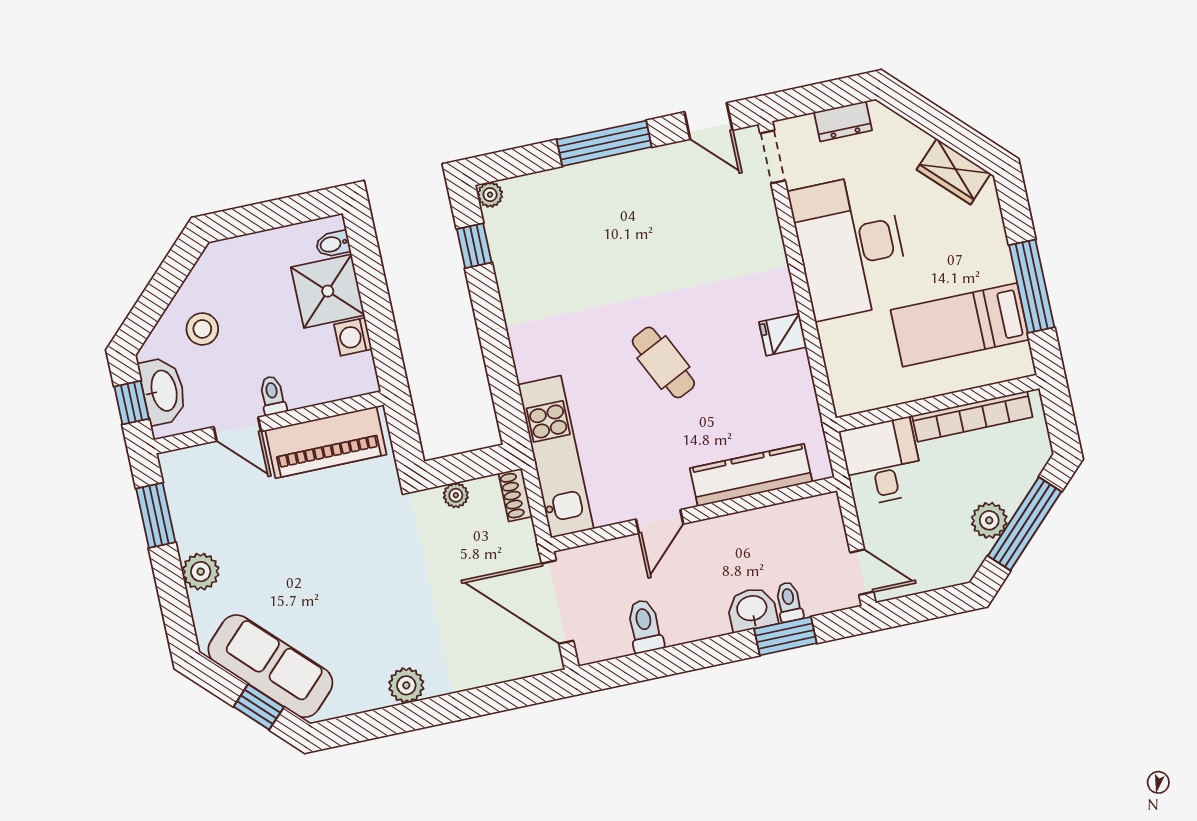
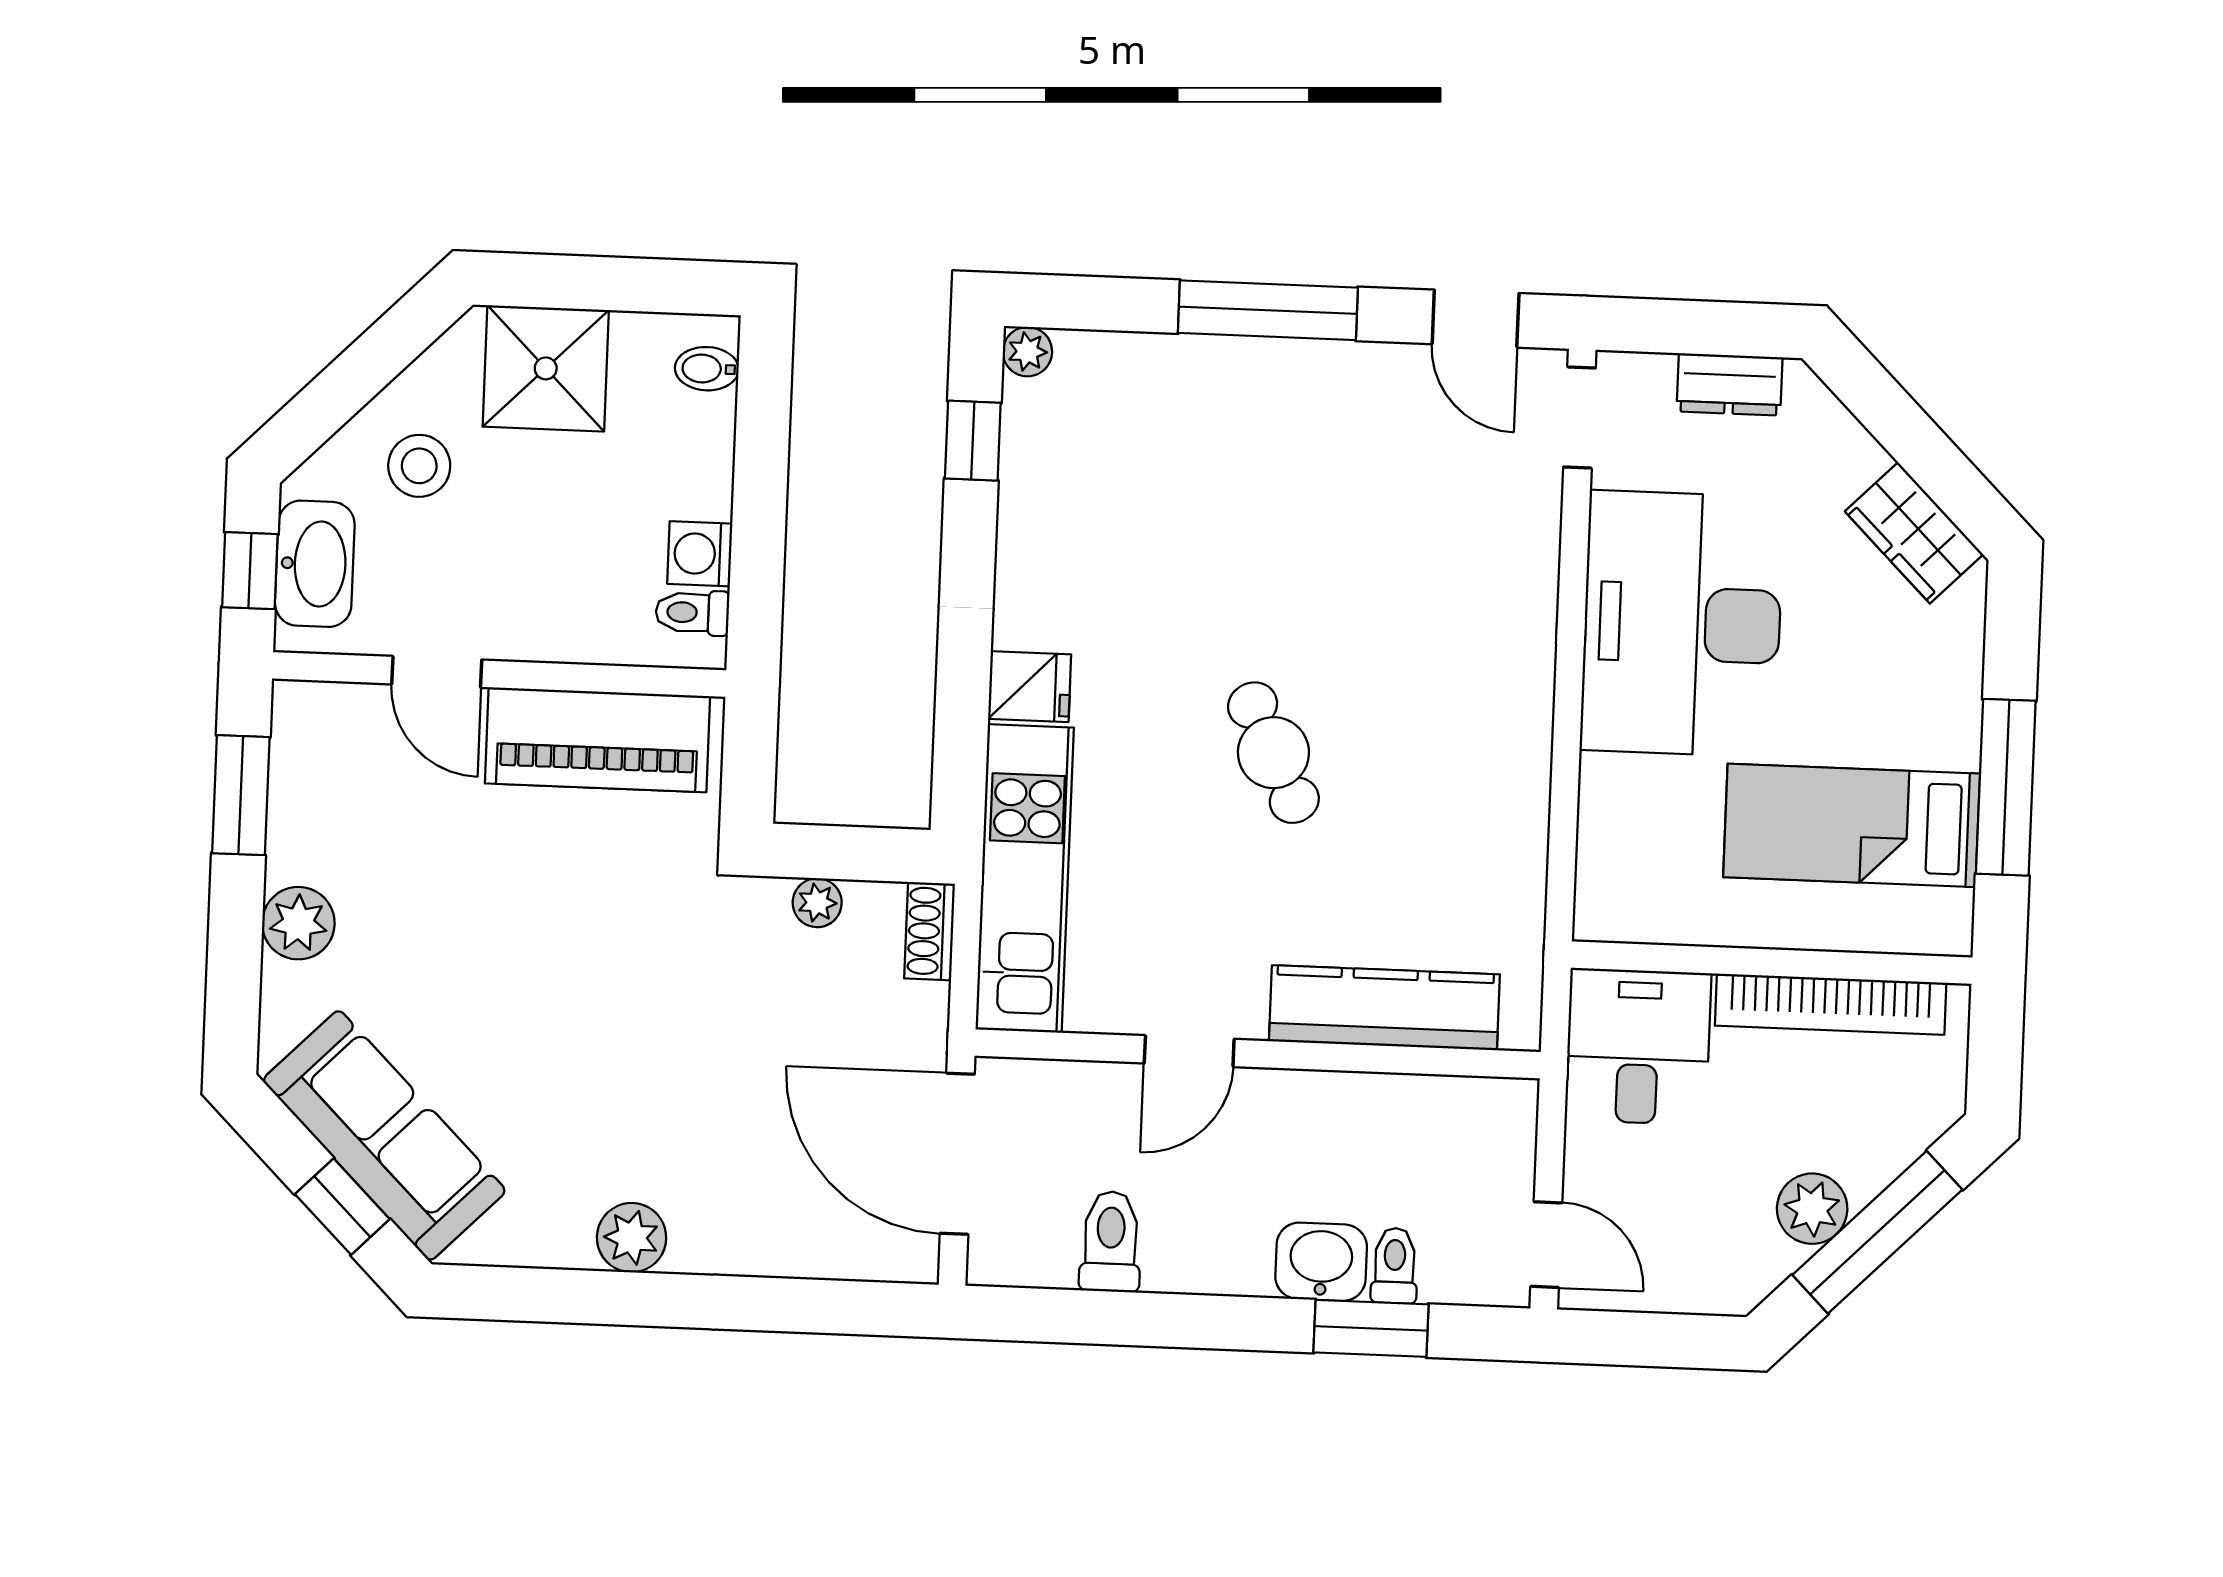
shower: (328, 291) -> (546, 368), moved
fridge: (783, 335) -> (1030, 687), moved, turned 180
toilet: (273, 395) -> (692, 613), moved, turned -90

